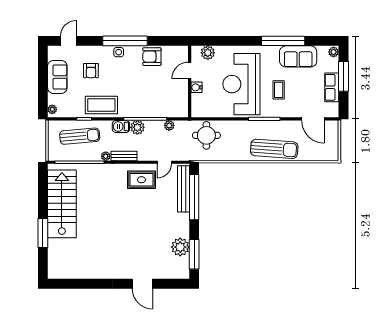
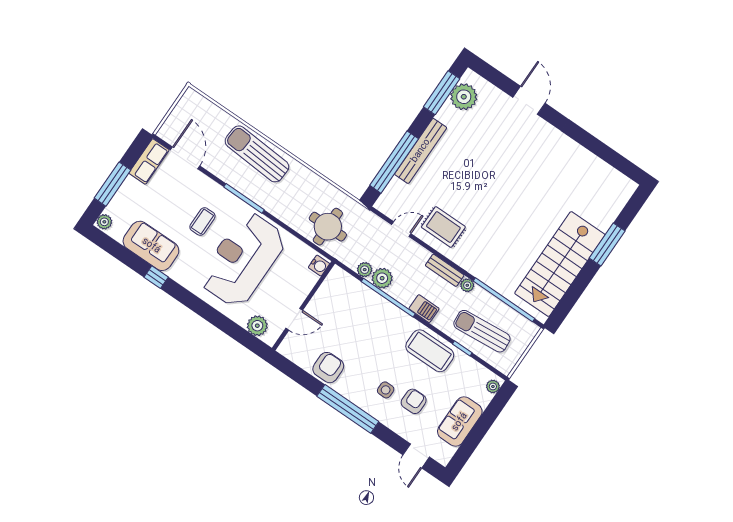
door: (68, 41) -> (416, 456), hinge flipped
window: (283, 41) -> (156, 277), width x0.32
side table: (119, 52) -> (386, 390), moved
armchair: (152, 57) -> (328, 368), turned -90
reception desk: (241, 84) -> (243, 260), turned 180
water cooler: (196, 87) -> (319, 266), moved
row of seats: (332, 87) -> (149, 161), moved
plant: (137, 127) -> (382, 278), moved
bench: (184, 189) -> (421, 151), moved
plant: (180, 247) -> (464, 97), moved

